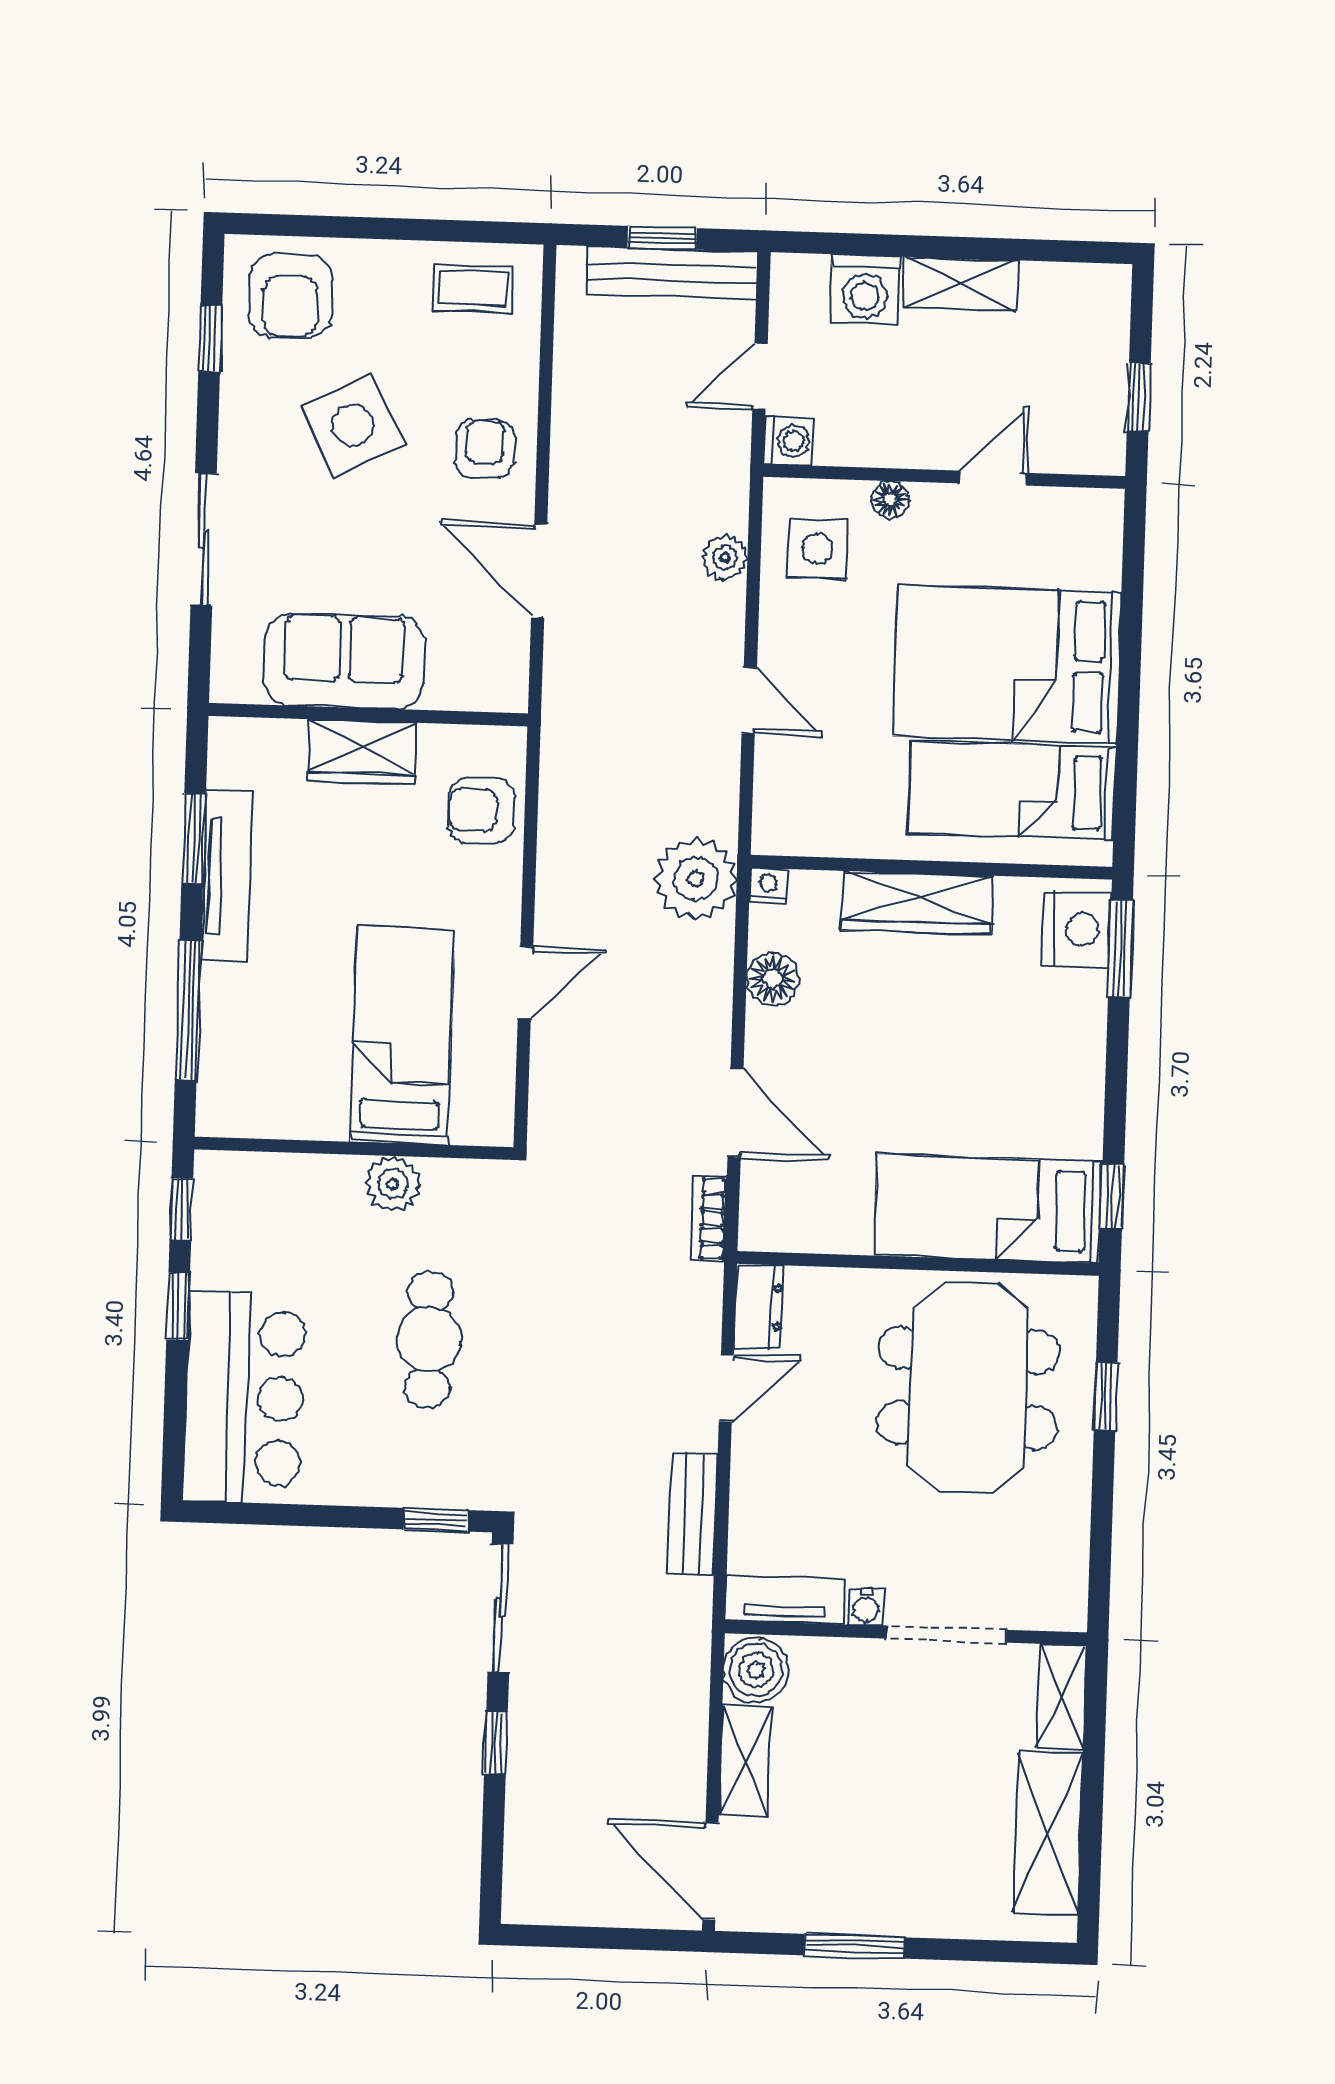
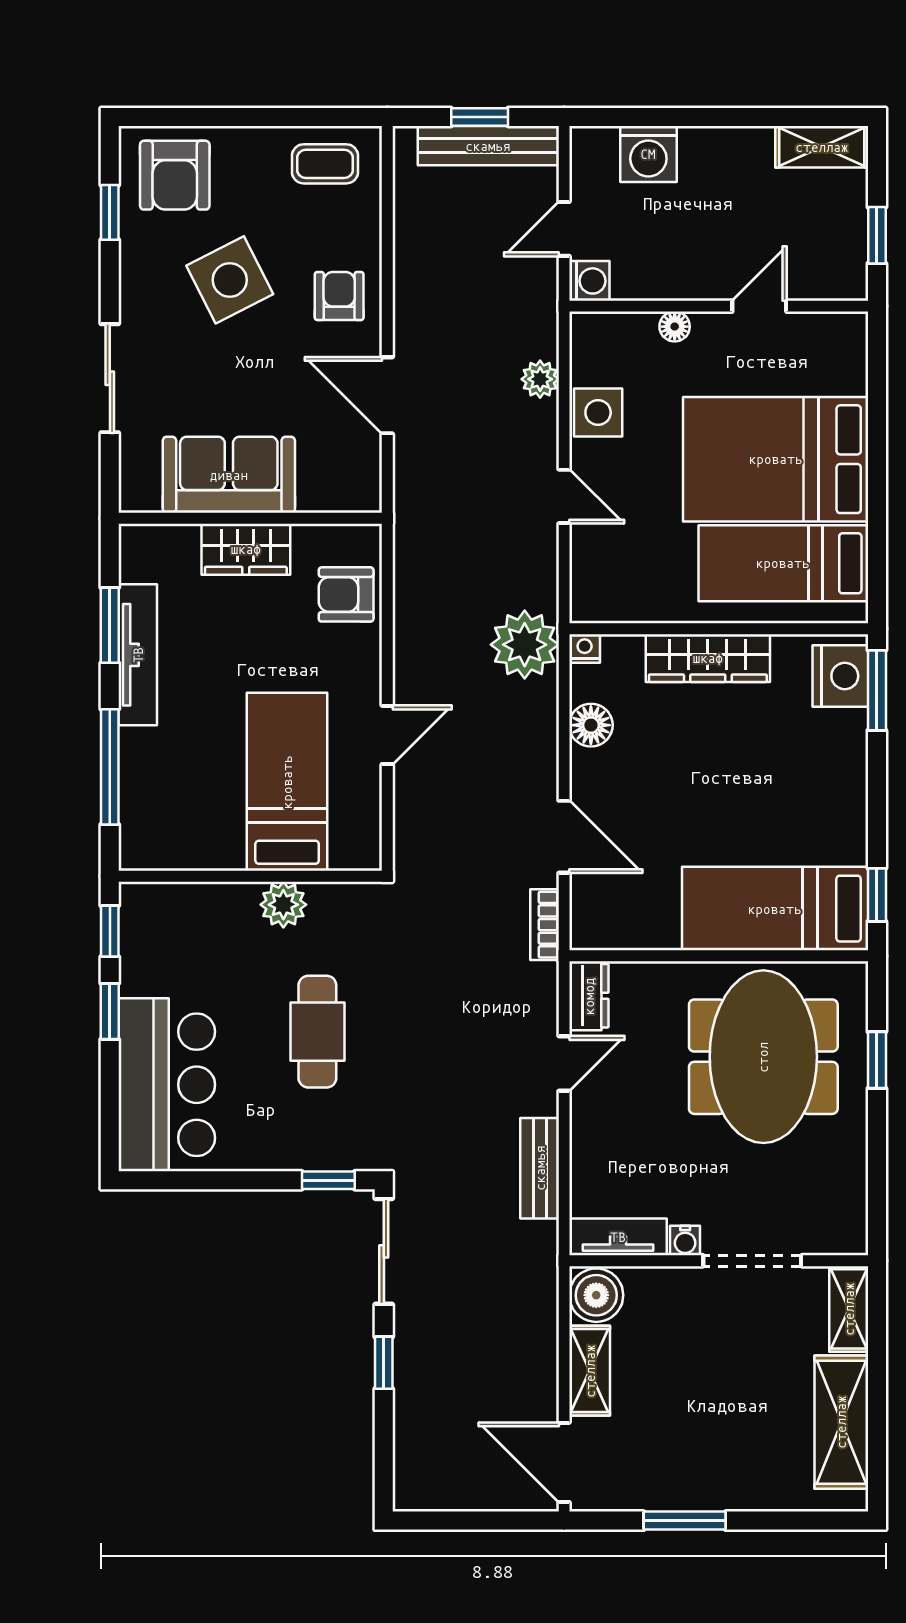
shelving: (960, 284) -> (822, 147), moved
side table: (817, 549) -> (598, 413), moved

